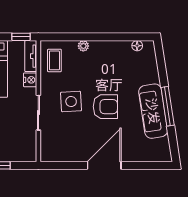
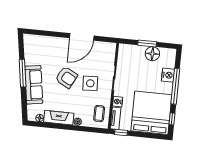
fireplace: (110, 49) -> (59, 118), added
armchair: (105, 107) -> (66, 77), turned -152
sofa: (153, 111) -> (34, 85), moved
door: (104, 165) -> (82, 37), moved

